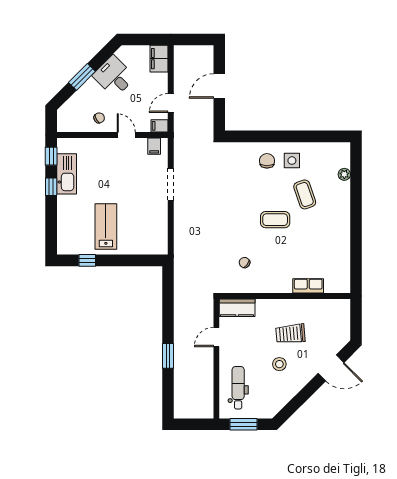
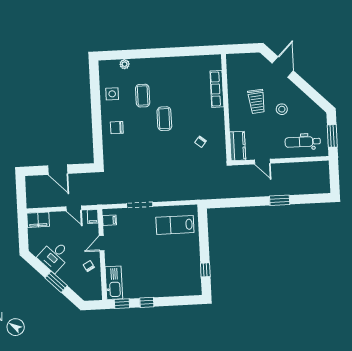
side table: (292, 161) -> (112, 94), moved
kitchen sink: (67, 174) -> (114, 283), moved, turned 90
coffee table: (305, 194) -> (143, 96), turned -71
lab bench: (106, 226) -> (175, 225), moved
row of seats: (308, 286) -> (217, 89), width x1.48

